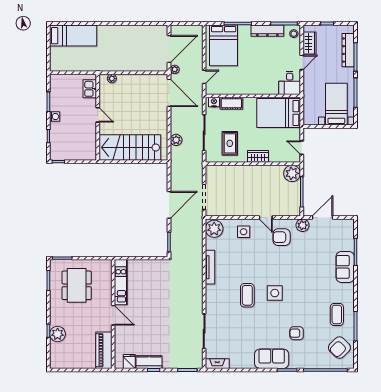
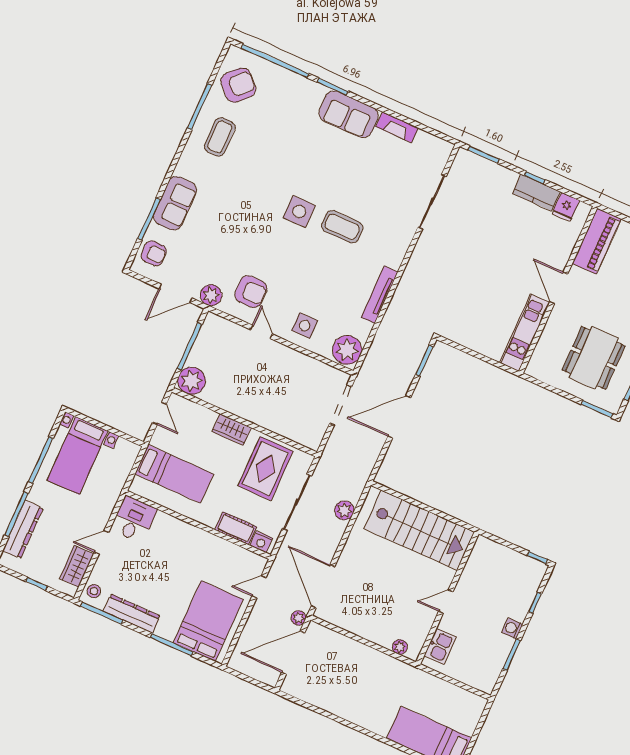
bed: (279, 113) -> (174, 474), width x0.67
door: (98, 115) -> (446, 601), hinge flipped
rug: (230, 143) -> (265, 469), width x1.36, depth x1.43
coffee table: (247, 295) -> (342, 227), turned 90
armchair: (297, 333) -> (154, 253), moved
fireplace: (217, 364) -> (397, 127), moved

